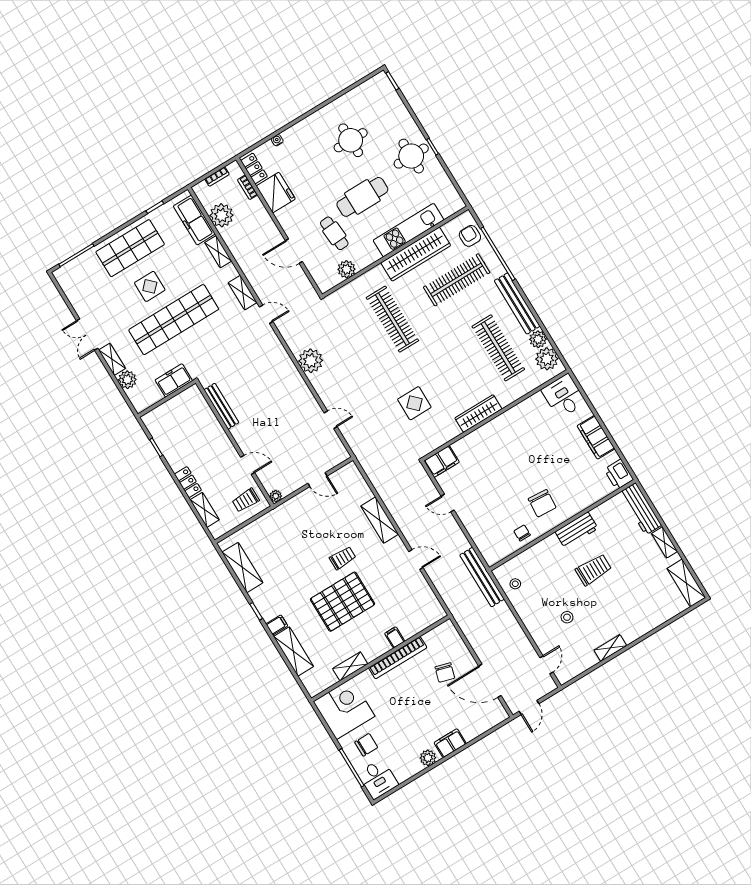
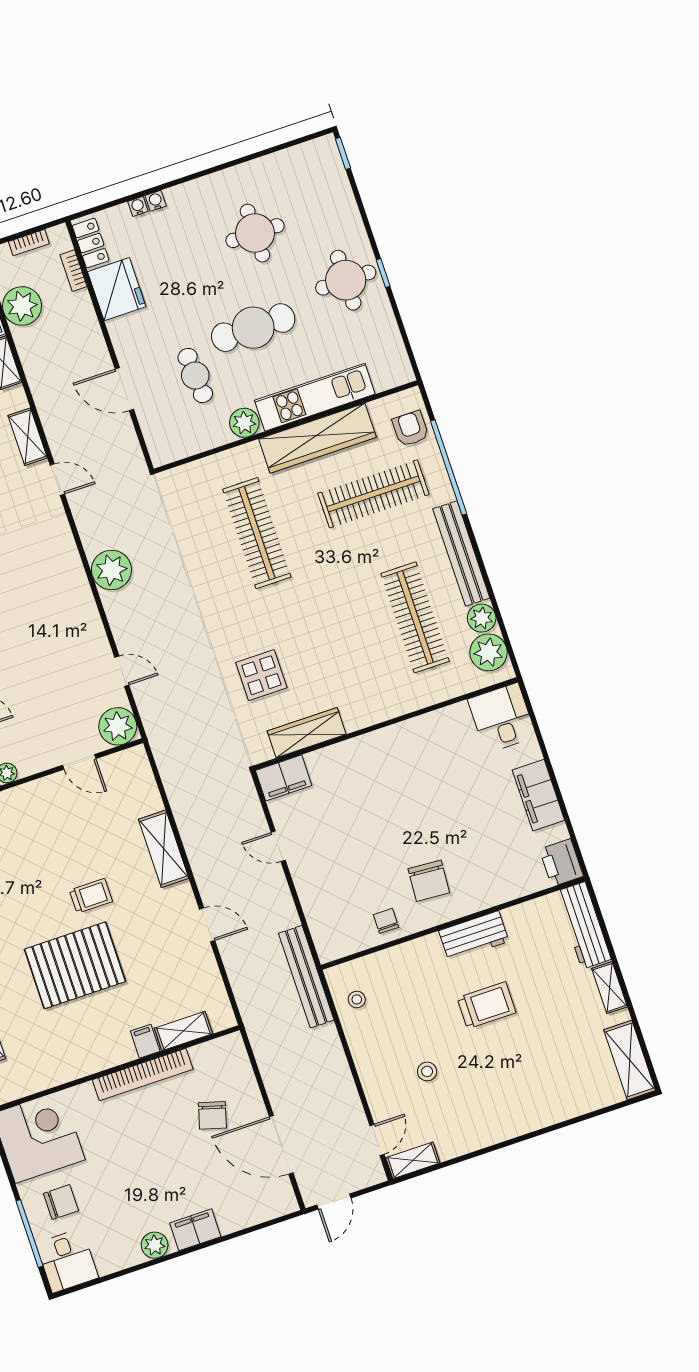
water cooler: (287, 134) -> (156, 201), added
plant: (346, 269) -> (244, 423), moved
wardrobe: (478, 413) -> (307, 733), moved
plant: (336, 453) -> (118, 726), added
shelving: (610, 648) -> (413, 1160), moved
shelving: (350, 666) -> (183, 1031), moved

